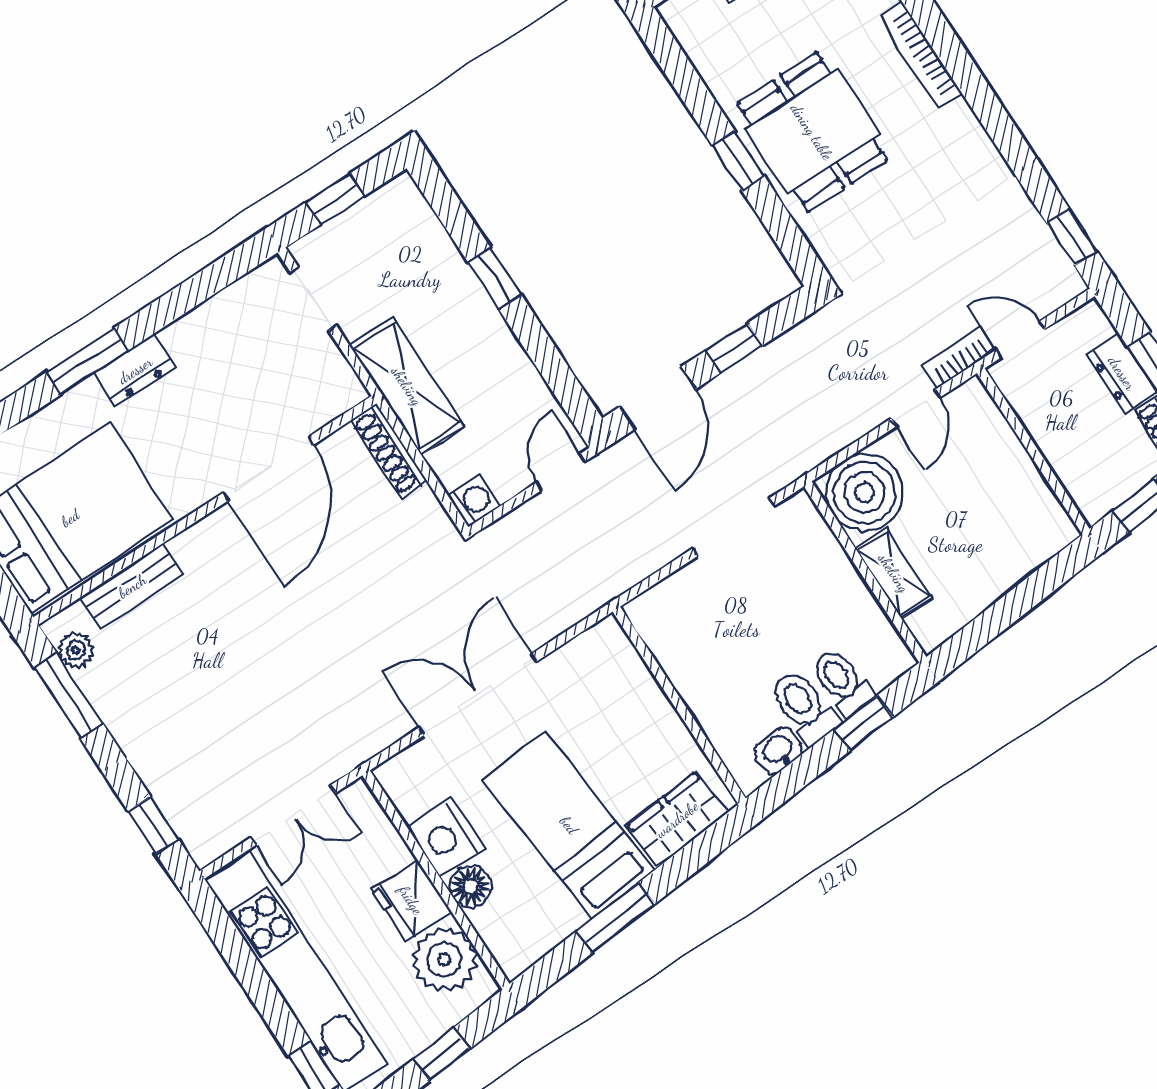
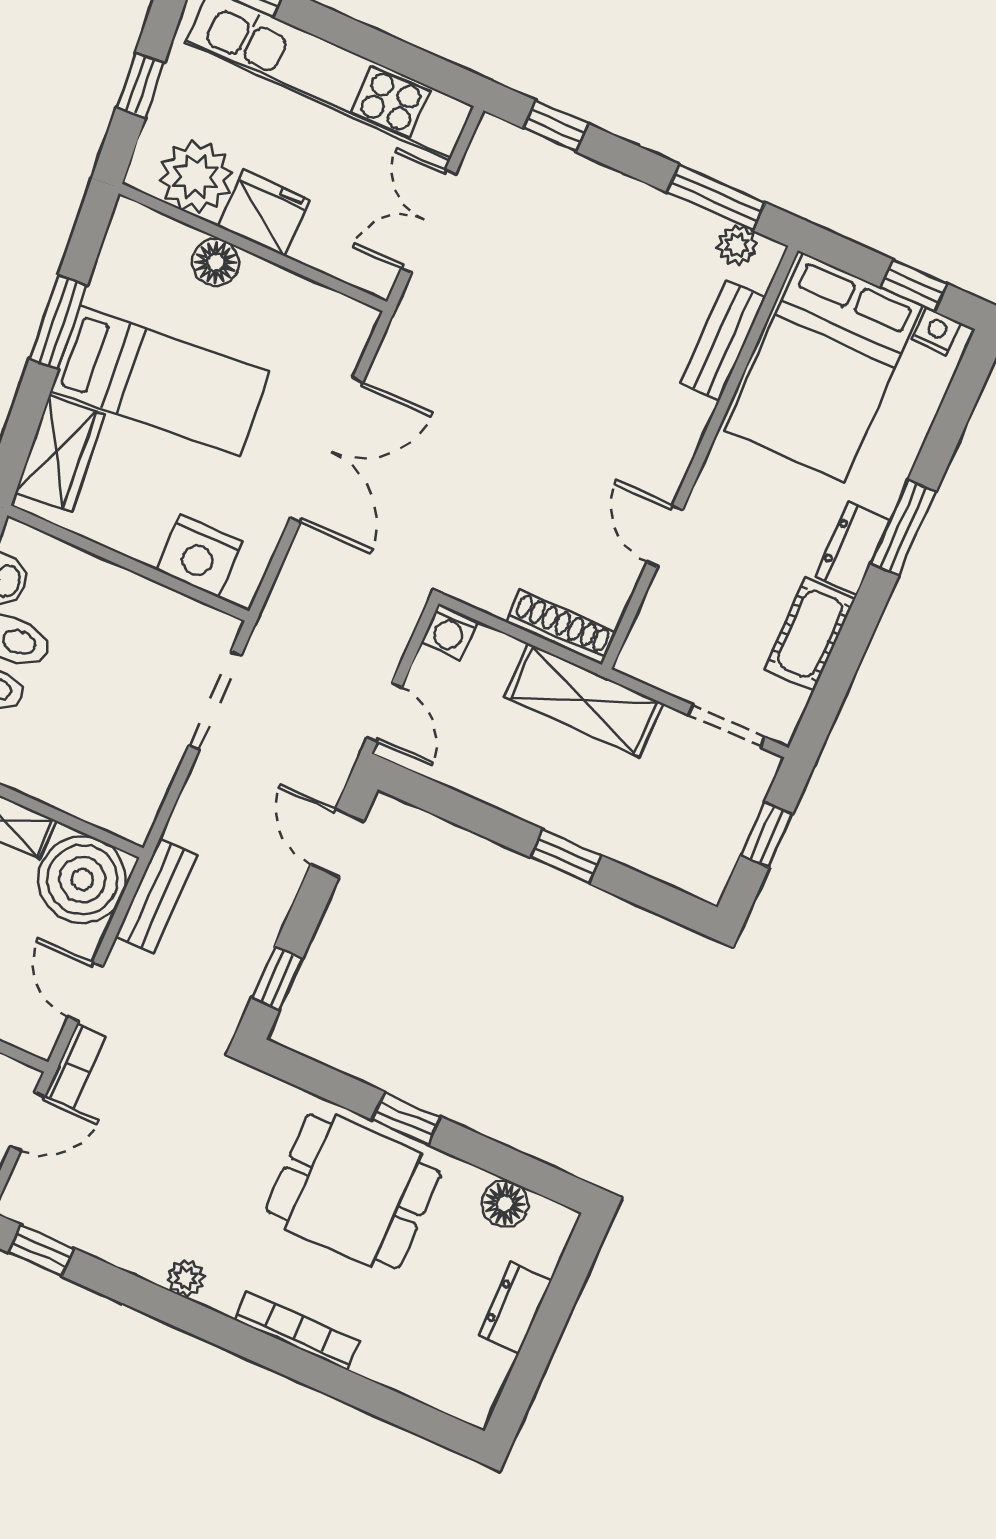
floor lamp: (706, 50) -> (505, 1204), added
plant: (978, 147) -> (186, 1278), added
cot: (208, 327) -> (810, 634), added
window: (734, 348) -> (277, 978), moved
door: (658, 398) -> (337, 843), width x0.73
bench: (817, 445) -> (156, 896), added
door: (268, 469) -> (665, 536), width x0.53
doorway: (733, 527) -> (215, 700), moved
nightstand: (446, 838) -> (199, 556), moved, turned 180

